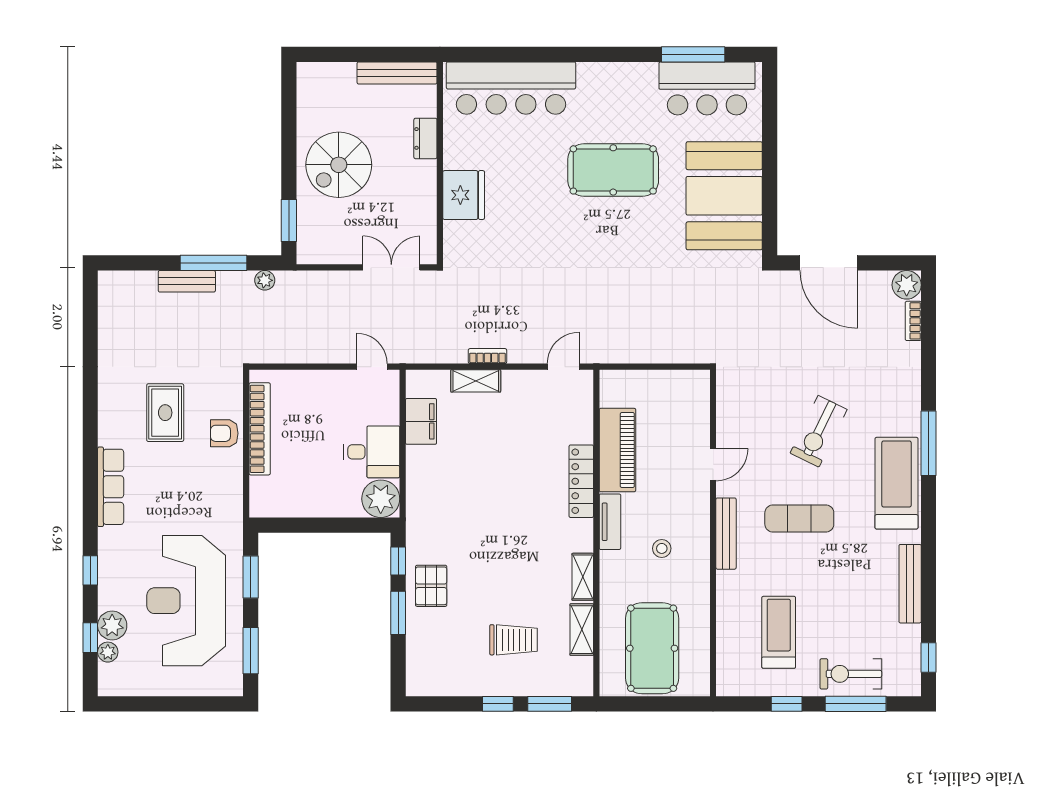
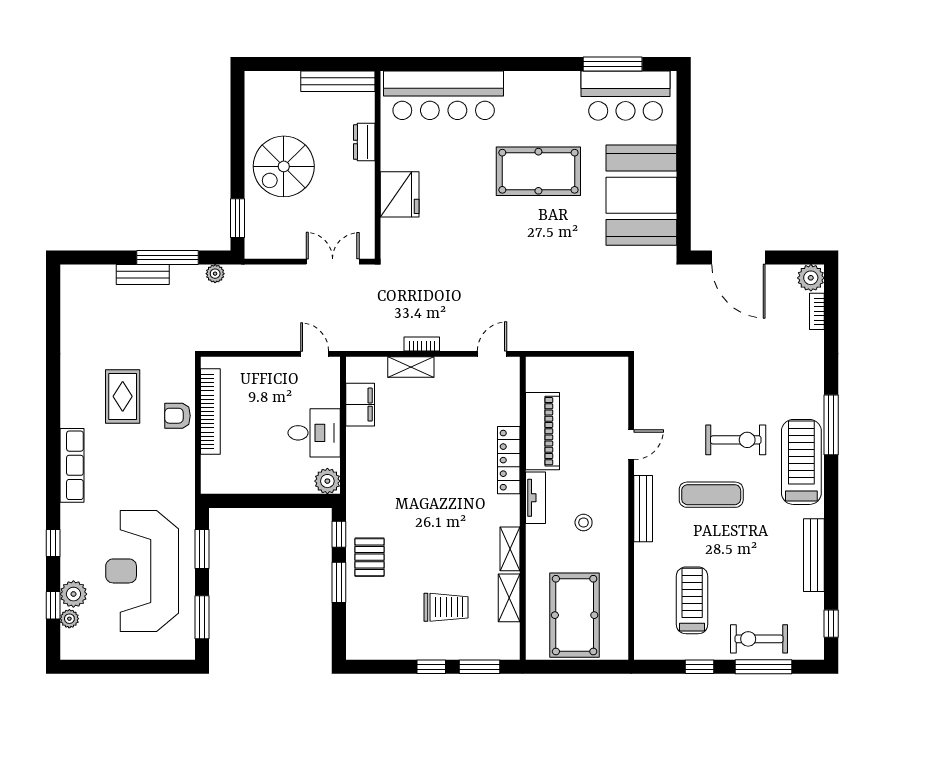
exercise bike: (819, 431) -> (736, 440), moved, turned -116
plant: (381, 499) -> (327, 481), width x0.73, depth x0.73

